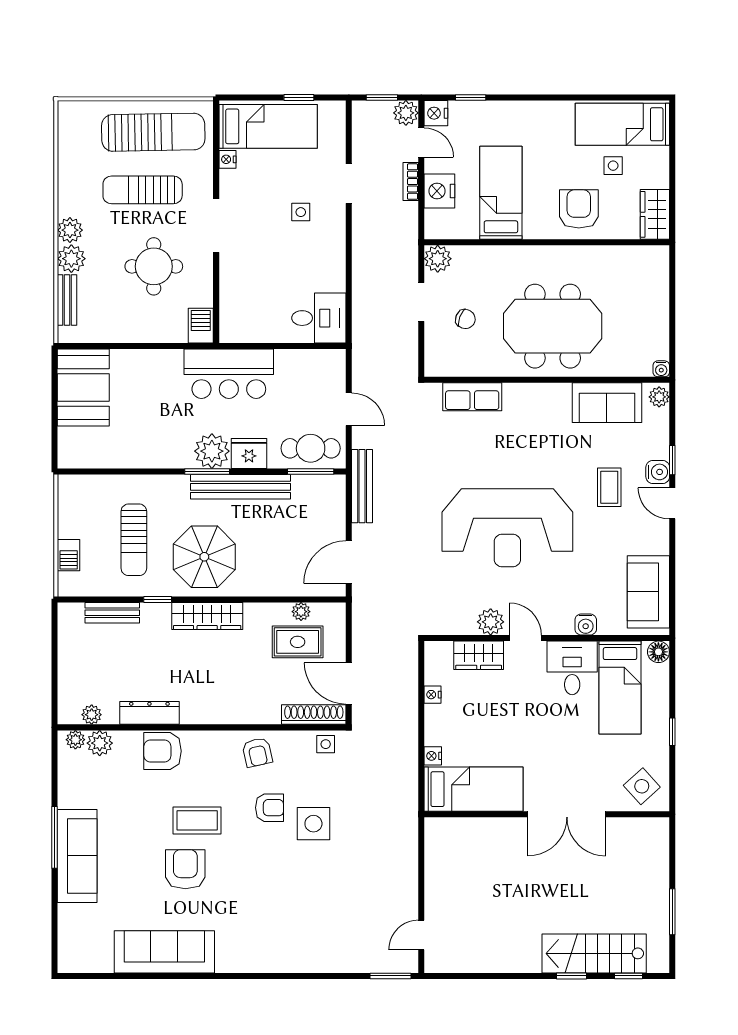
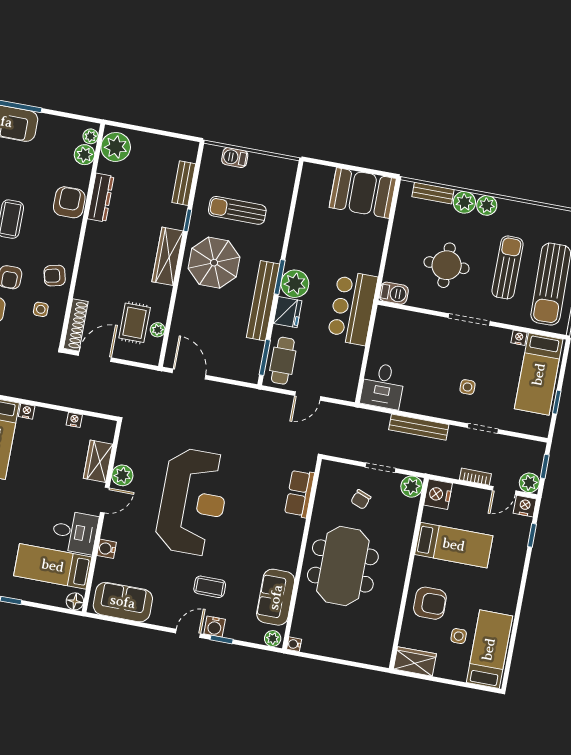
nightstand: (439, 191) -> (438, 494), moved, turned -90
bench: (362, 486) -> (419, 427), moved
reception desk: (507, 528) -> (193, 502), turned 180
plant: (92, 715) -> (116, 147), width x1.88, depth x1.88
side table: (326, 744) -> (41, 309), moved

